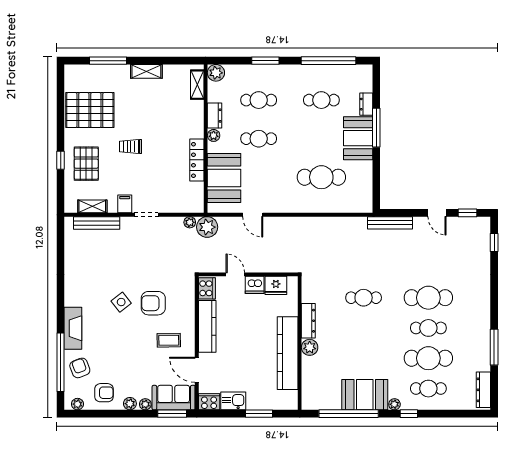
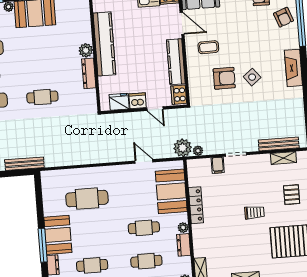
pallet: (86, 164) -> (292, 195), width x0.67, depth x0.71
filing cabinet: (125, 204) -> (218, 165), moved
fireplace: (73, 328) -> (293, 68), moved

